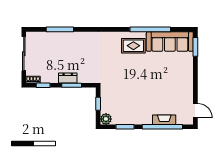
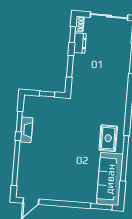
dresser: (68, 78) -> (80, 43), moved
plant: (106, 119) -> (30, 101), removed
fireplace: (164, 120) -> (26, 130), moved

